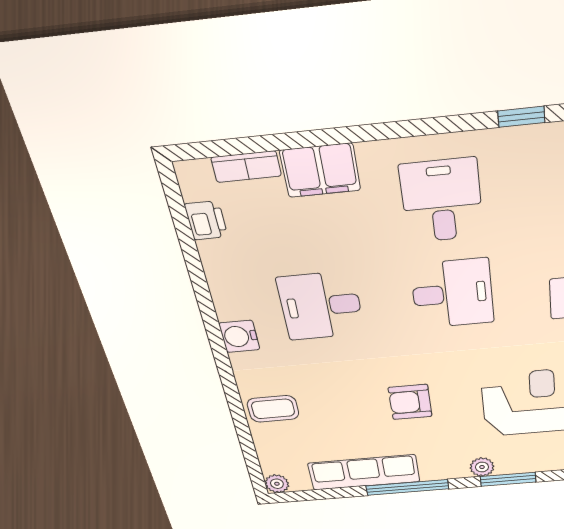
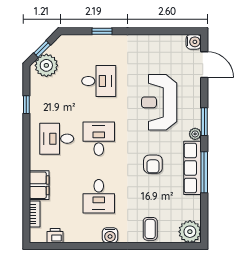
row of seats: (364, 472) -> (192, 168), moved
plant: (277, 484) -> (190, 232), width x1.87, depth x1.87

